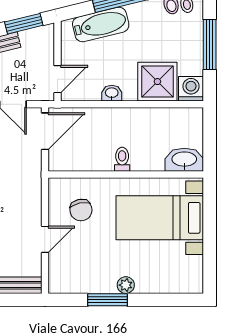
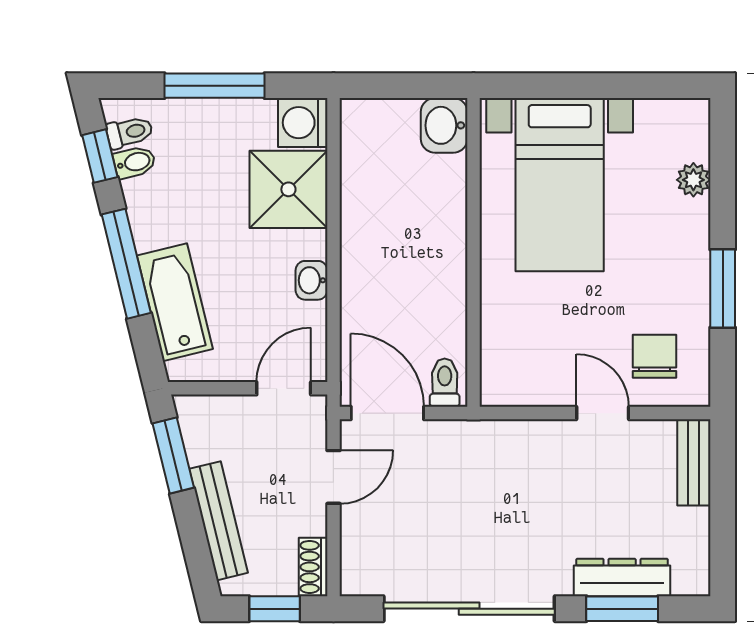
door: (57, 79) -> (284, 388), hinge flipped
toilet: (122, 159) -> (445, 383), moved, turned 90
washbasin: (184, 160) -> (444, 125), width x0.72
chair: (81, 210) -> (655, 356), moved, turned -78
plant: (126, 285) -> (693, 180), moved

